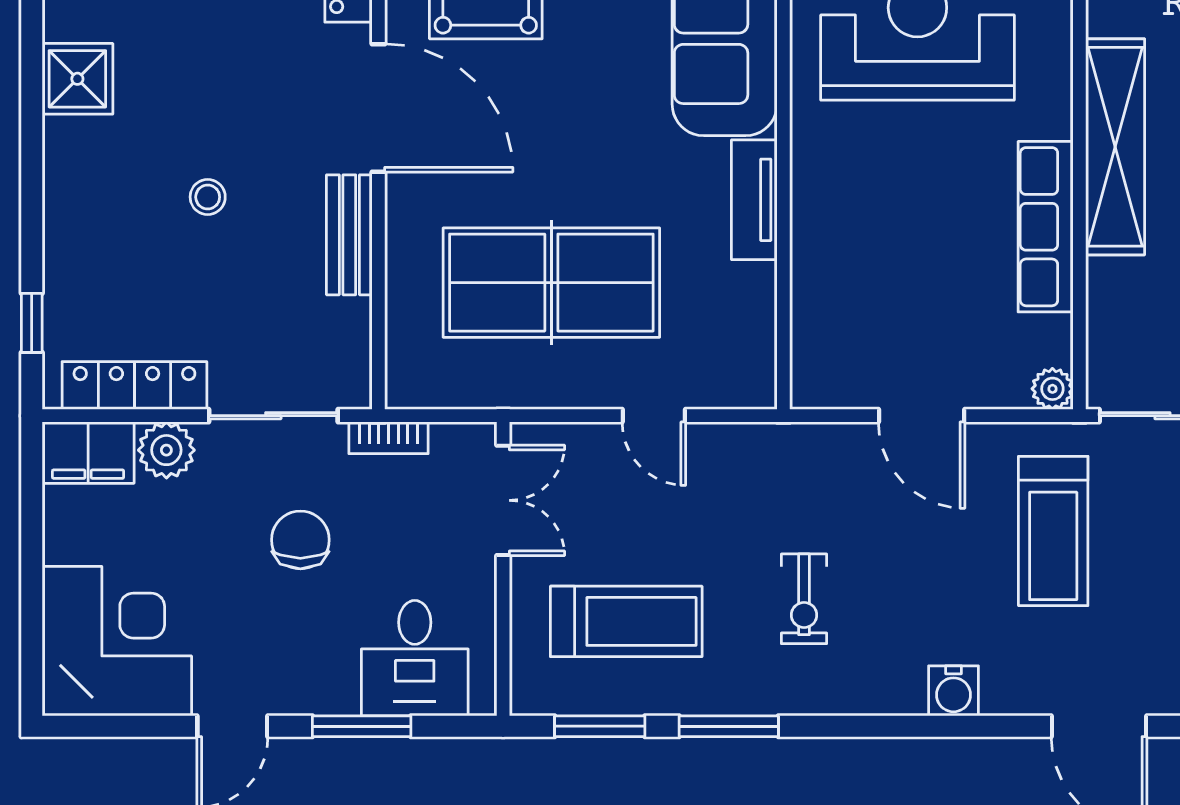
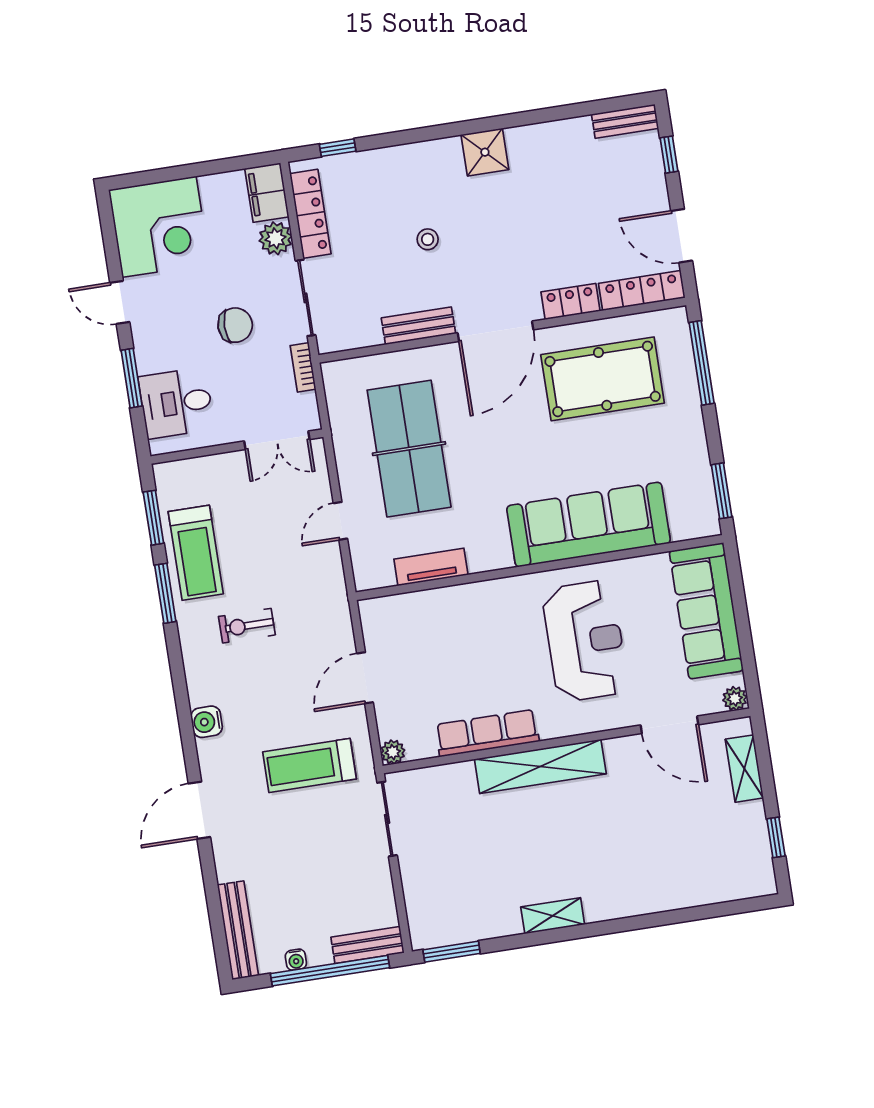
tv unit: (754, 200) -> (431, 567), moved
treadmill: (626, 621) -> (196, 553), moved

